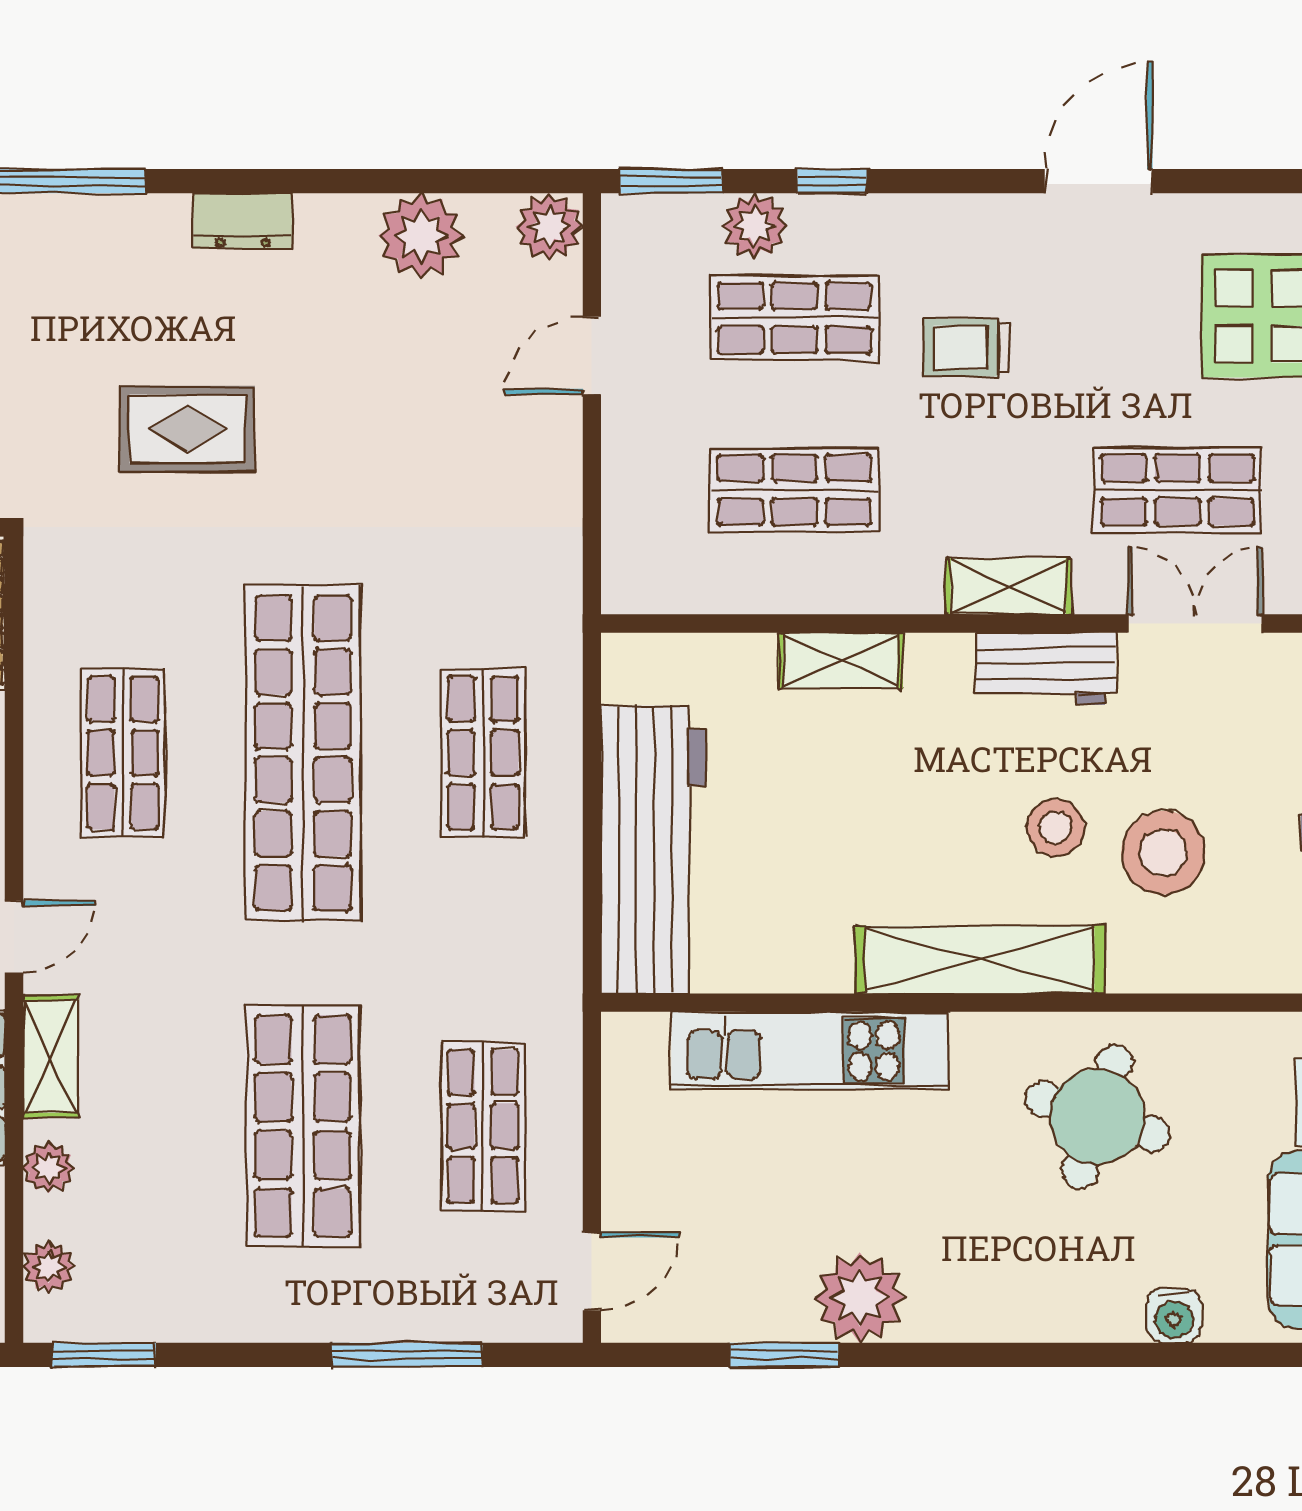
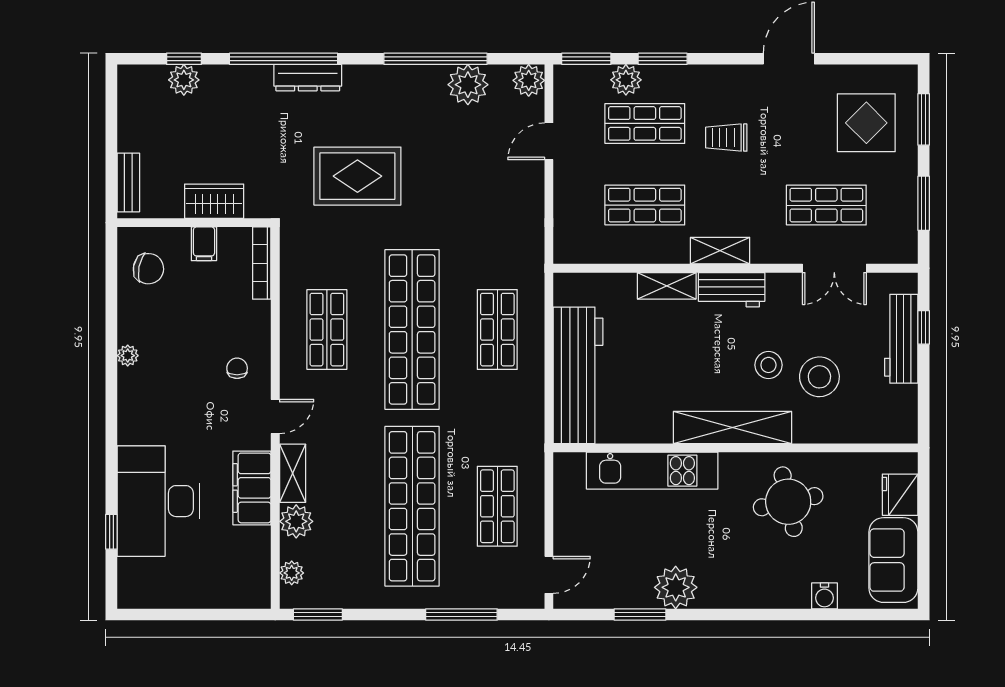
window: (352, 181) -> (435, 59), added
window: (832, 181) -> (663, 59), width x1.50
dresser: (243, 221) -> (308, 78), moved, width x1.44
rug: (187, 429) -> (357, 176), width x1.36, depth x1.43
shelving: (1008, 586) -> (720, 251), moved
double door: (1195, 624) -> (834, 268), swing flipped
workbench: (1046, 669) -> (732, 290), moved
round table: (1097, 1117) -> (788, 502), turned -30
shop shelf: (303, 1126) -> (412, 506), width x1.40
plant: (49, 1168) -> (296, 521), width x1.38, depth x1.38

